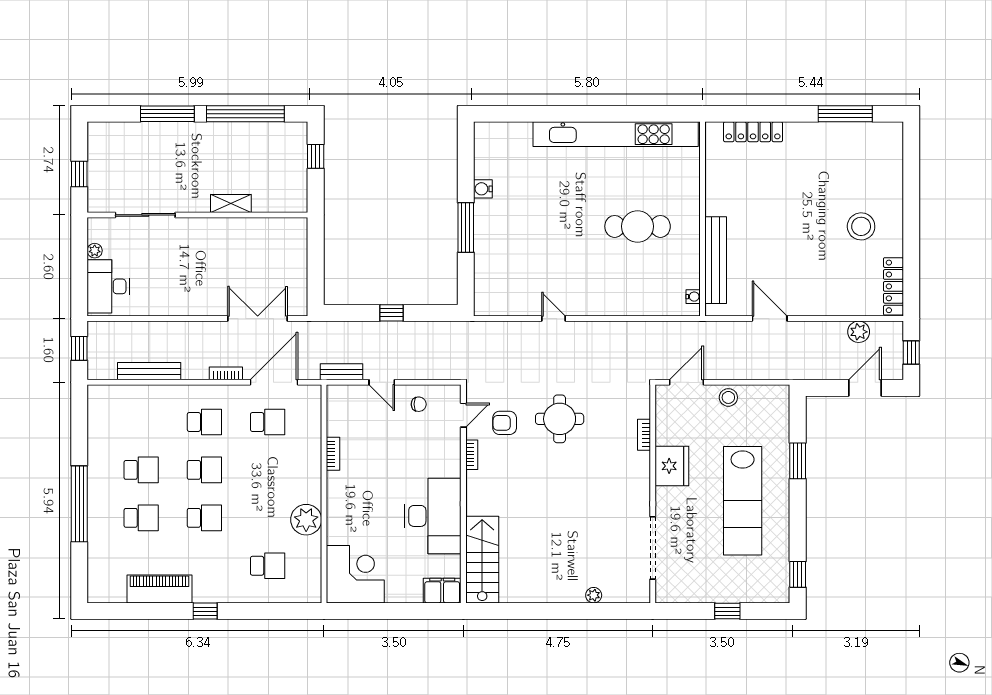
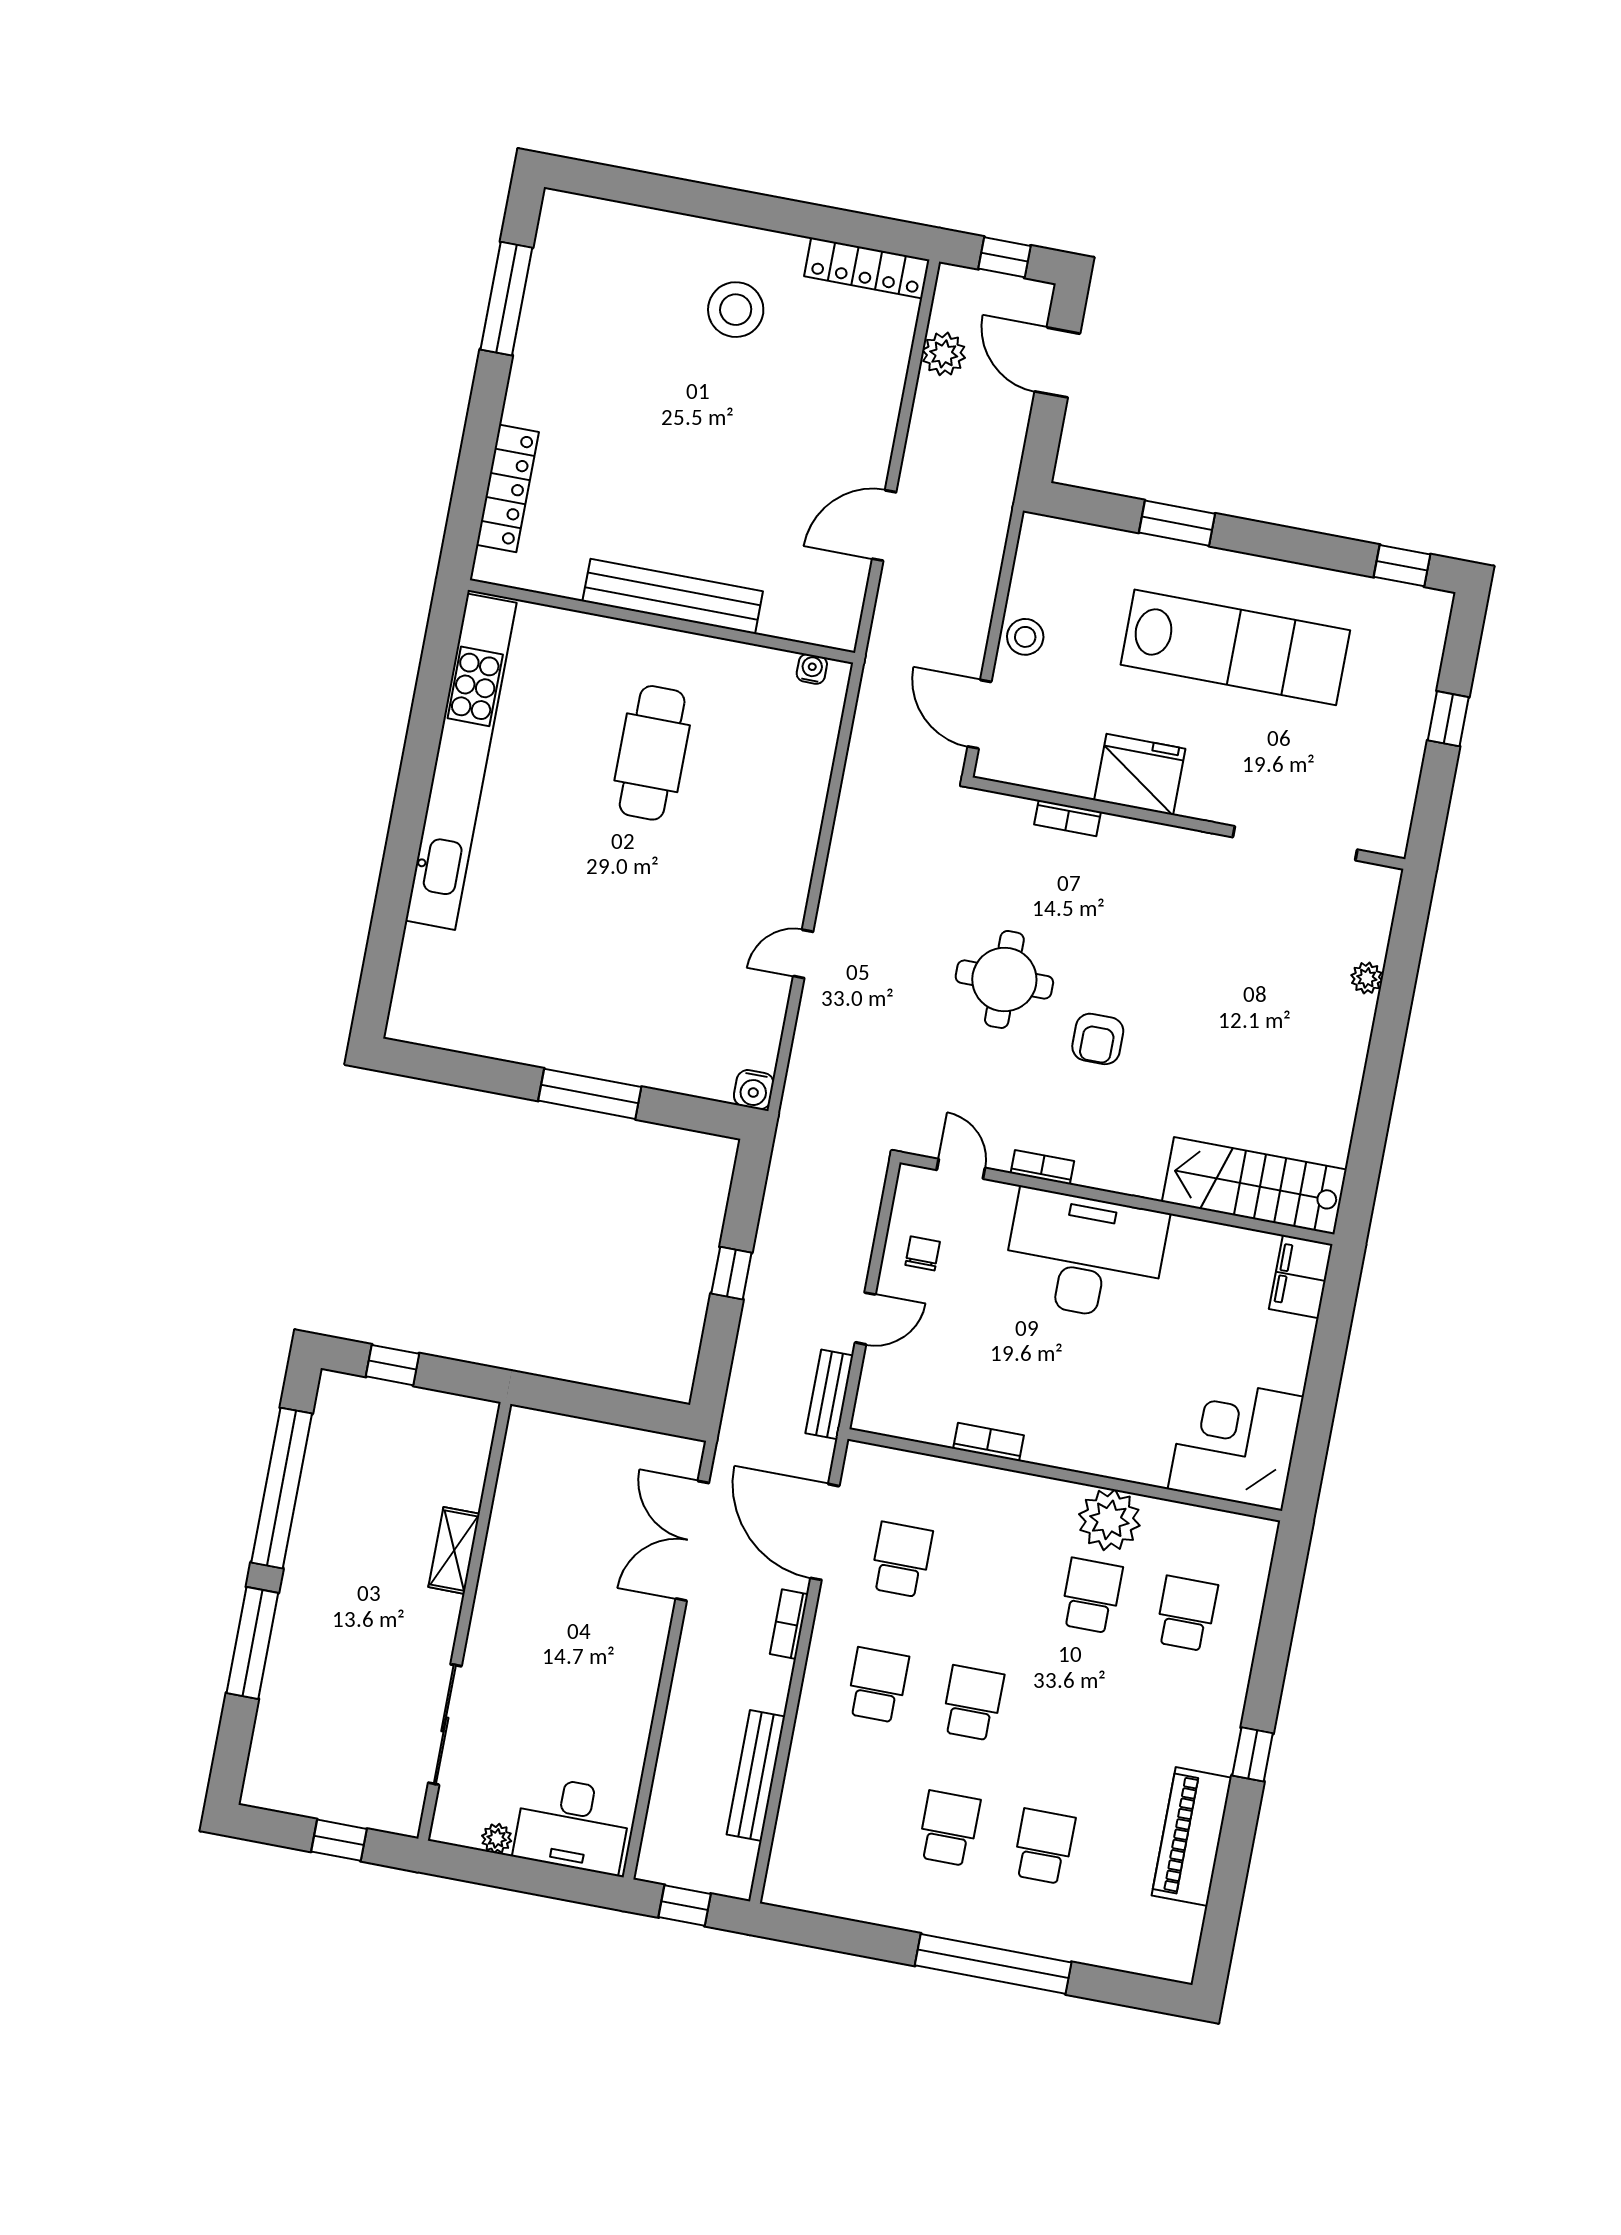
water cooler: (483, 189) -> (754, 1090), moved
bench: (716, 260) -> (673, 596), moved
armchair: (505, 423) -> (1098, 1039), moved
desk: (433, 516) -> (1085, 1255), moved
school desk: (204, 518) -> (1091, 1596), moved

